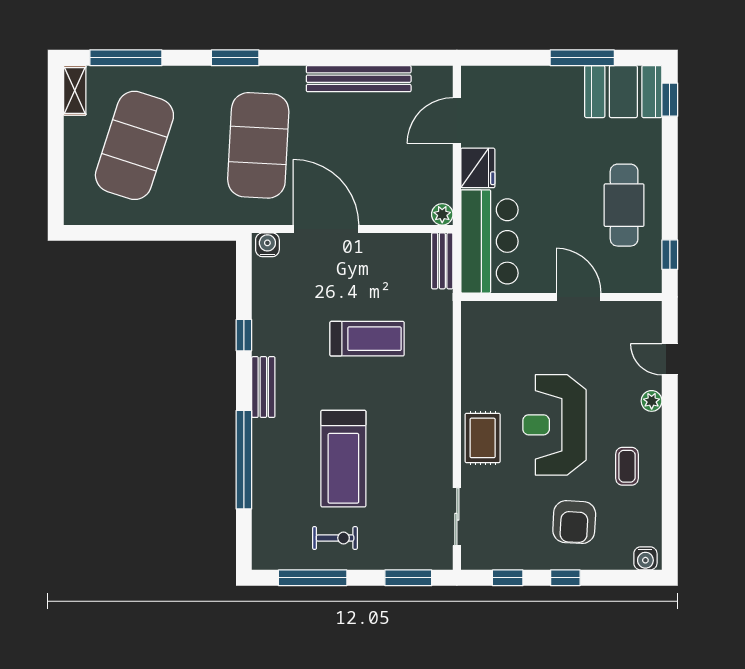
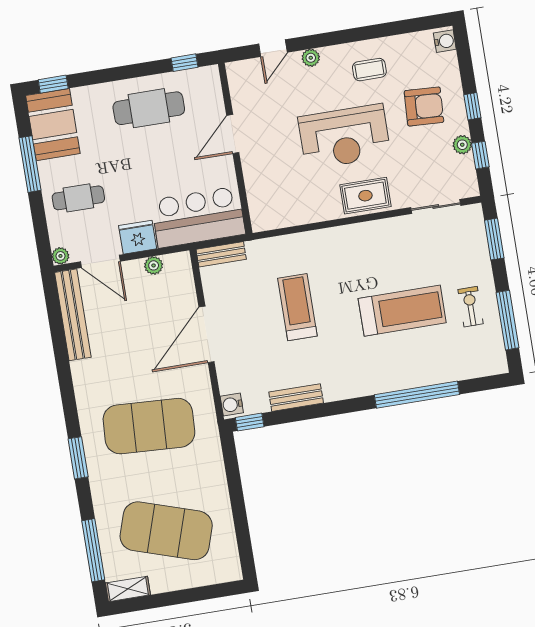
plant: (471, 76) -> (60, 256), added
bench: (359, 79) -> (73, 315), moved
cafe table: (534, 107) -> (78, 198), added
plant: (442, 214) -> (154, 265), moved
door: (326, 229) -> (207, 334), moved
window: (244, 335) -> (250, 422), moved
bench: (263, 387) -> (296, 398), moved
plant: (523, 559) -> (462, 145), added

